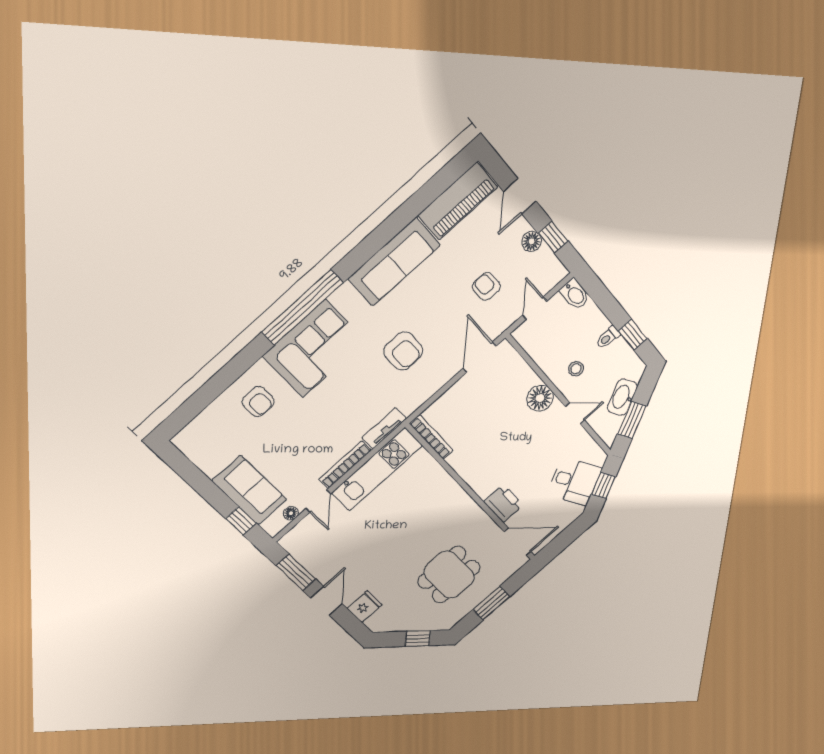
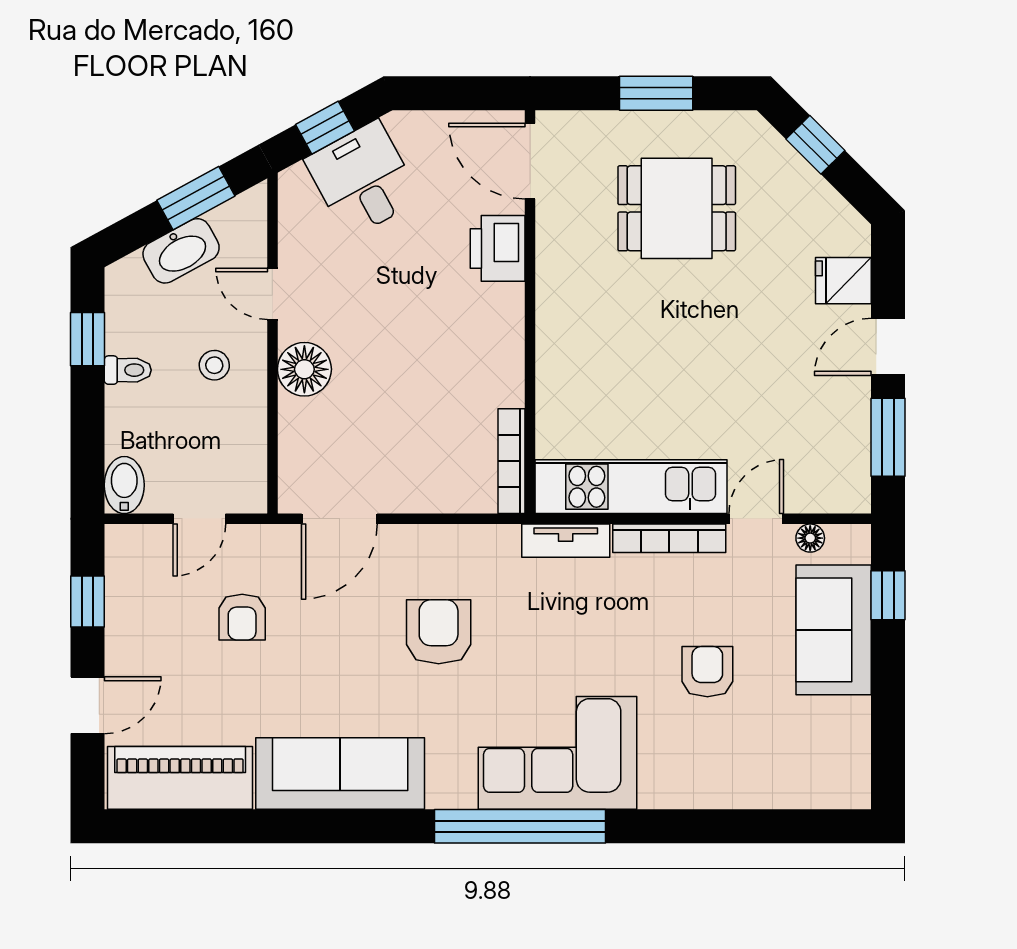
floor lamp: (532, 241) -> (123, 624), removed
armchair: (258, 402) -> (707, 672), moved

